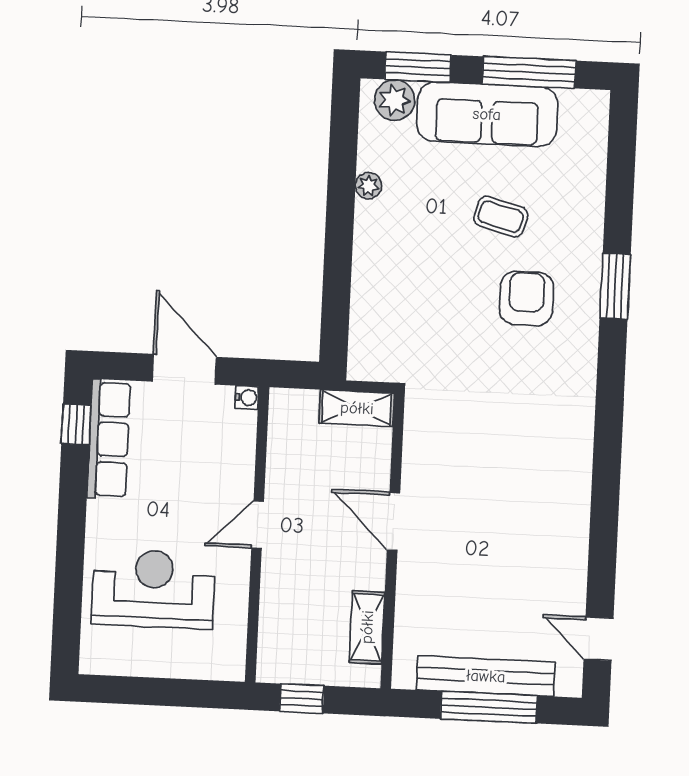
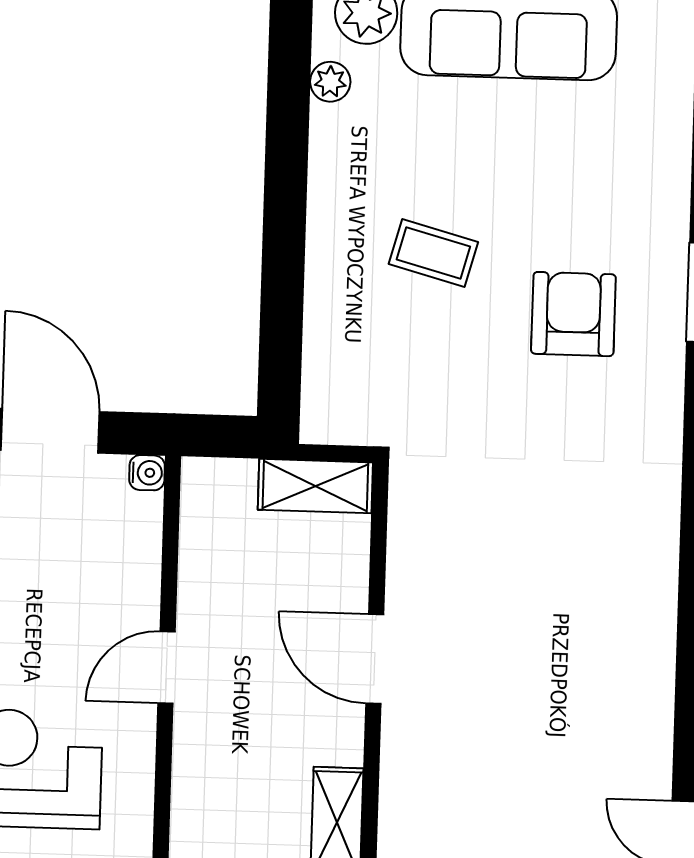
plant: (368, 186) -> (330, 82), moved
coffee table: (501, 217) -> (433, 253), moved

